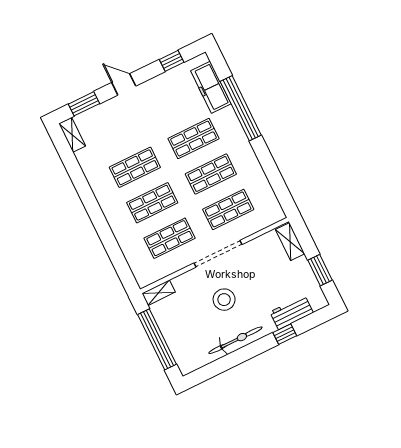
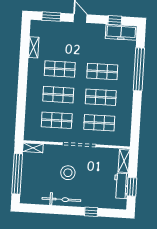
freezer: (211, 87) -> (121, 32), moved, turned -90
shelving: (72, 135) -> (34, 47), moved
workbench: (292, 312) -> (121, 186), moved, turned -90

